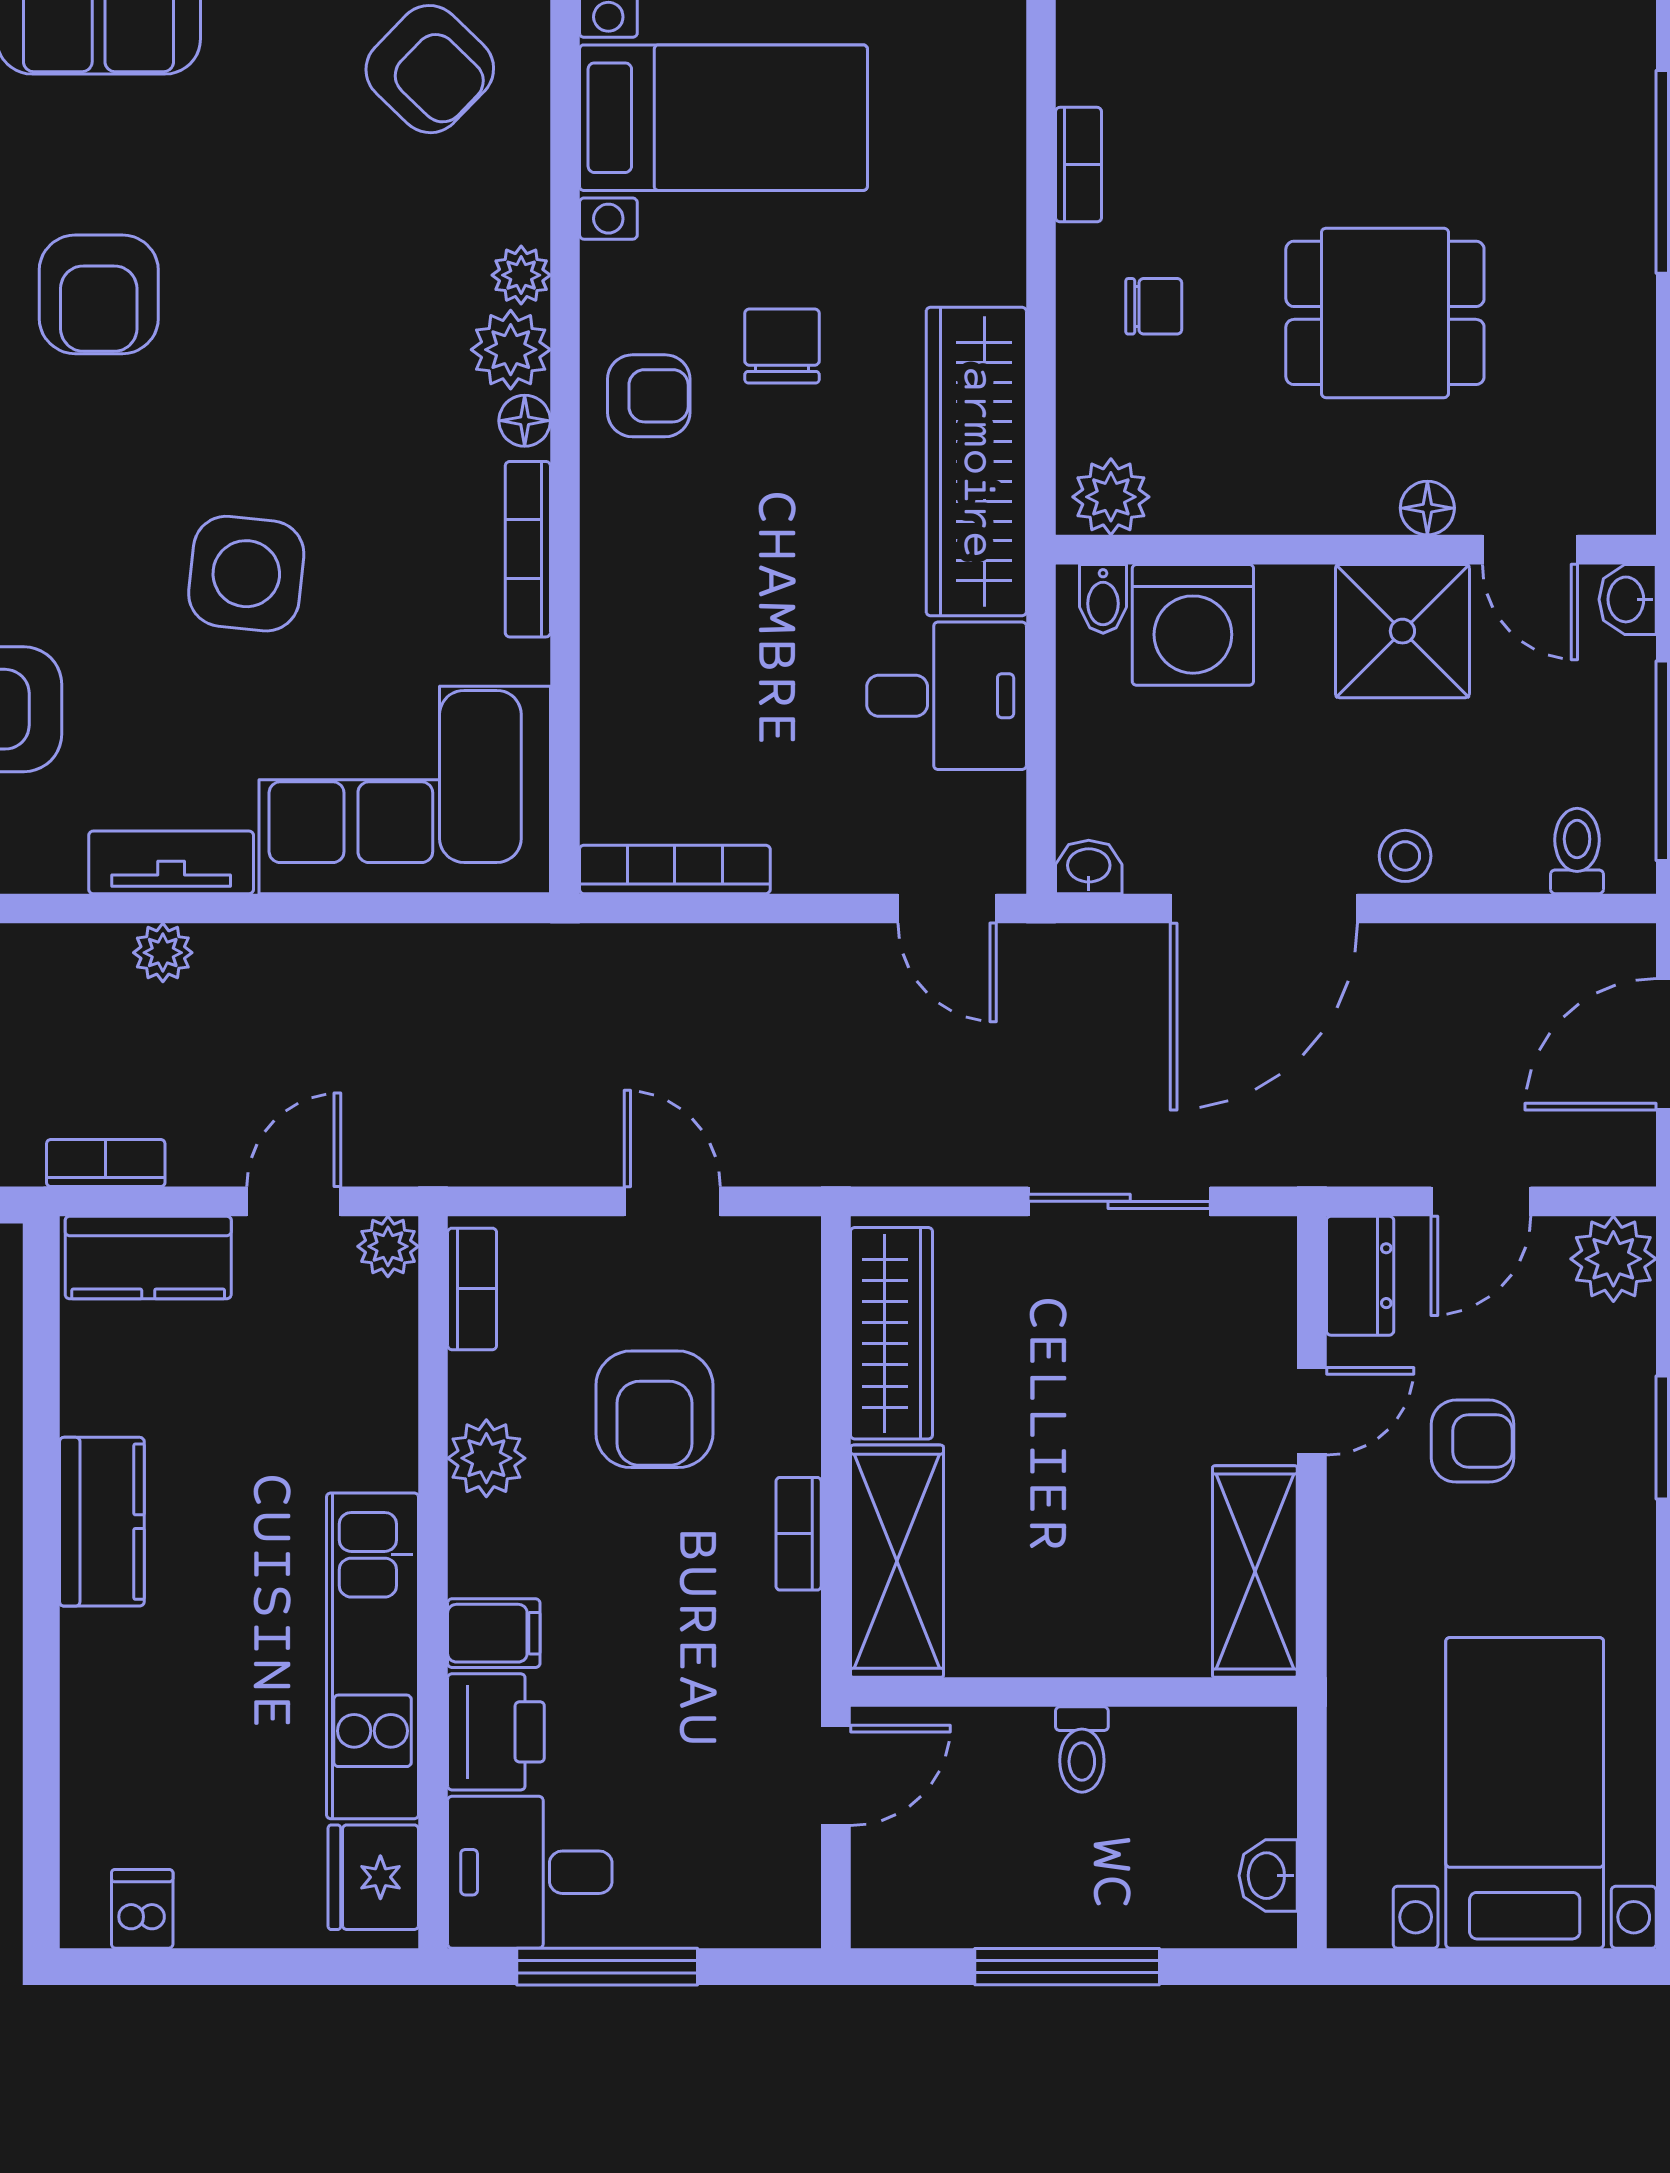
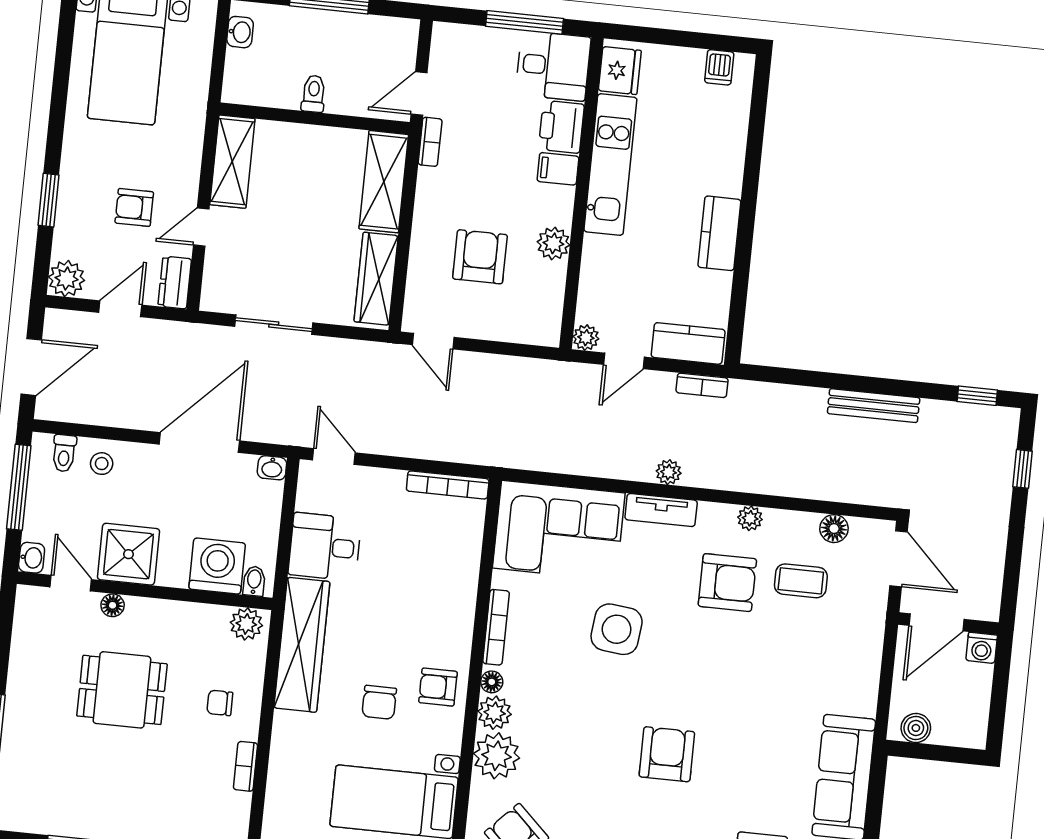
plant: (521, 275) -> (497, 756), width x1.88, depth x1.88
stool: (1405, 856) -> (102, 464), moved
door: (672, 1201) -> (433, 341), moved
bookcase: (472, 1289) -> (552, 316), removed
bookcase: (799, 1534) -> (430, 142), moved

